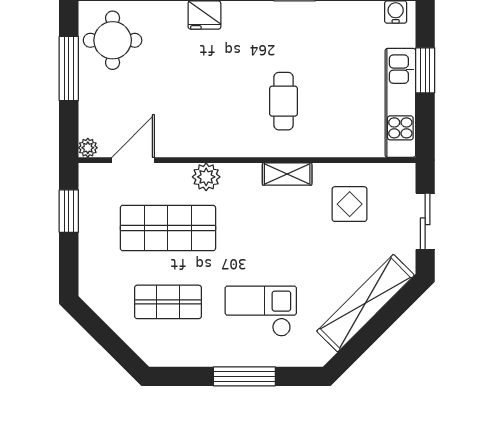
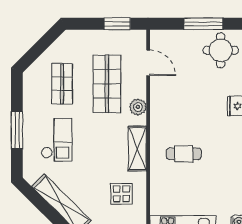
plant: (88, 148) -> (156, 35), removed
shelving: (287, 174) -> (137, 149), width x1.50, depth x1.33

